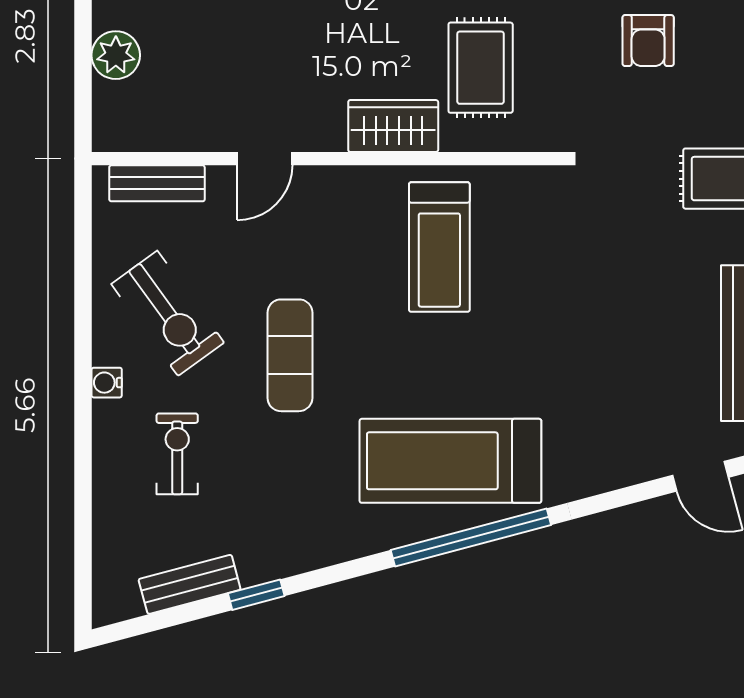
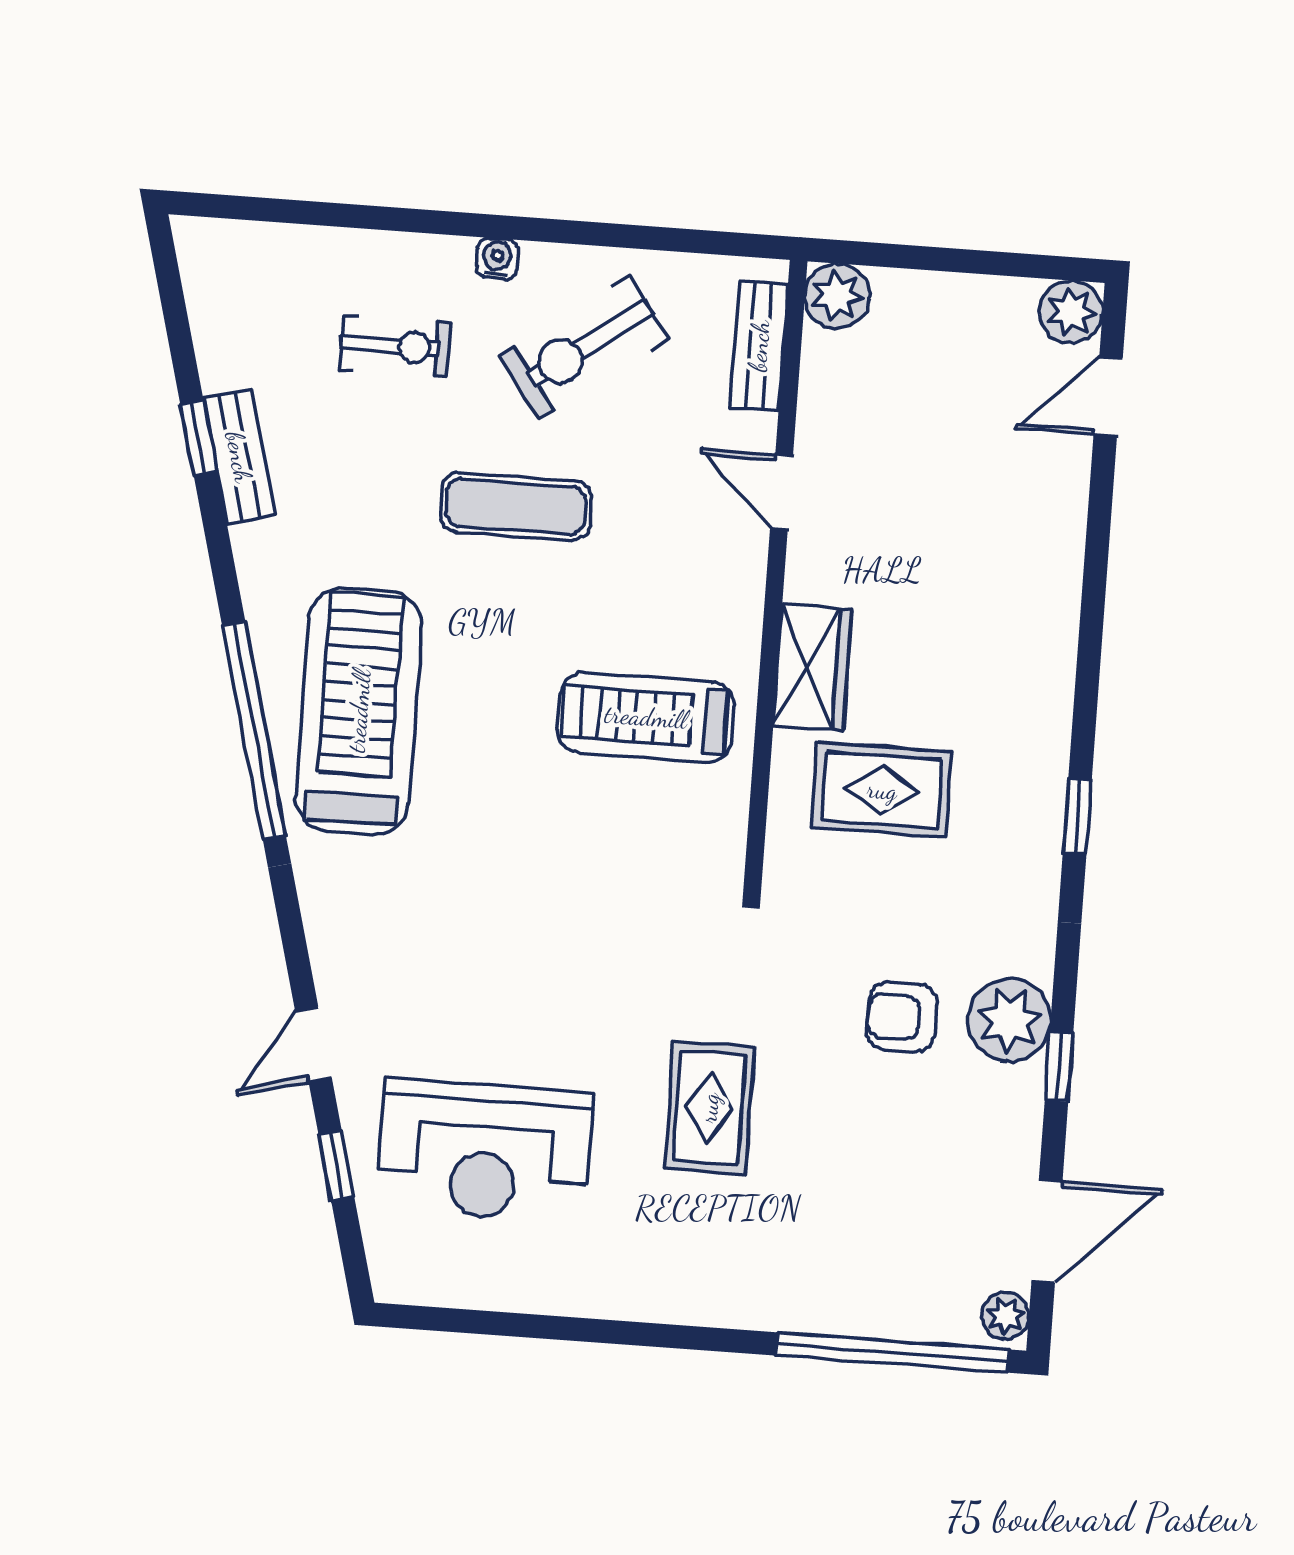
plant: (116, 55) -> (837, 296), moved
bench: (190, 584) -> (239, 457), moved

